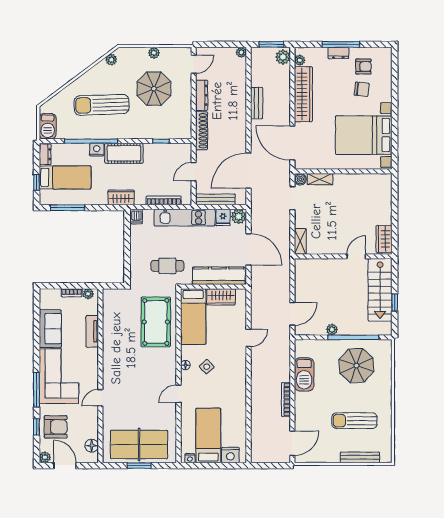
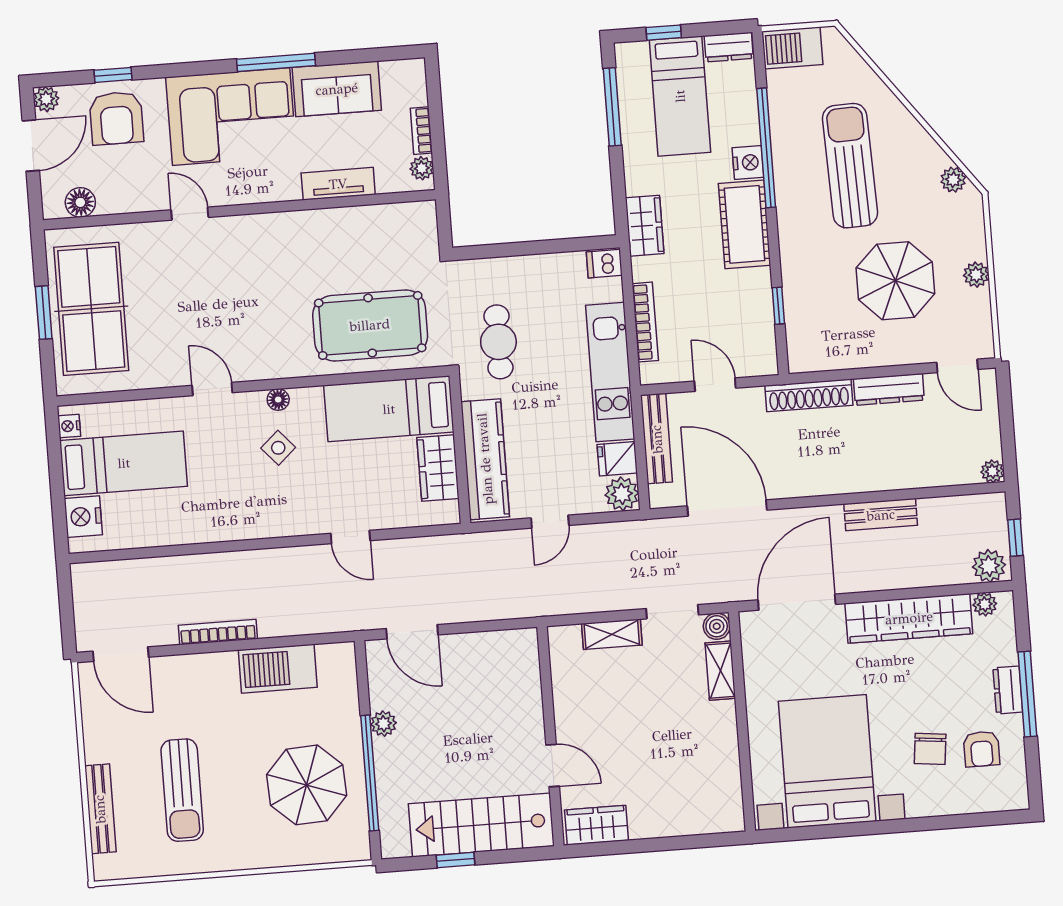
window: (271, 44) -> (1015, 538), width x0.67
shelving: (300, 241) -> (612, 634), moved
door: (248, 249) -> (550, 522), width x0.53
window: (37, 390) -> (276, 62), moved
sun lounger: (354, 421) -> (182, 790), turned 180

